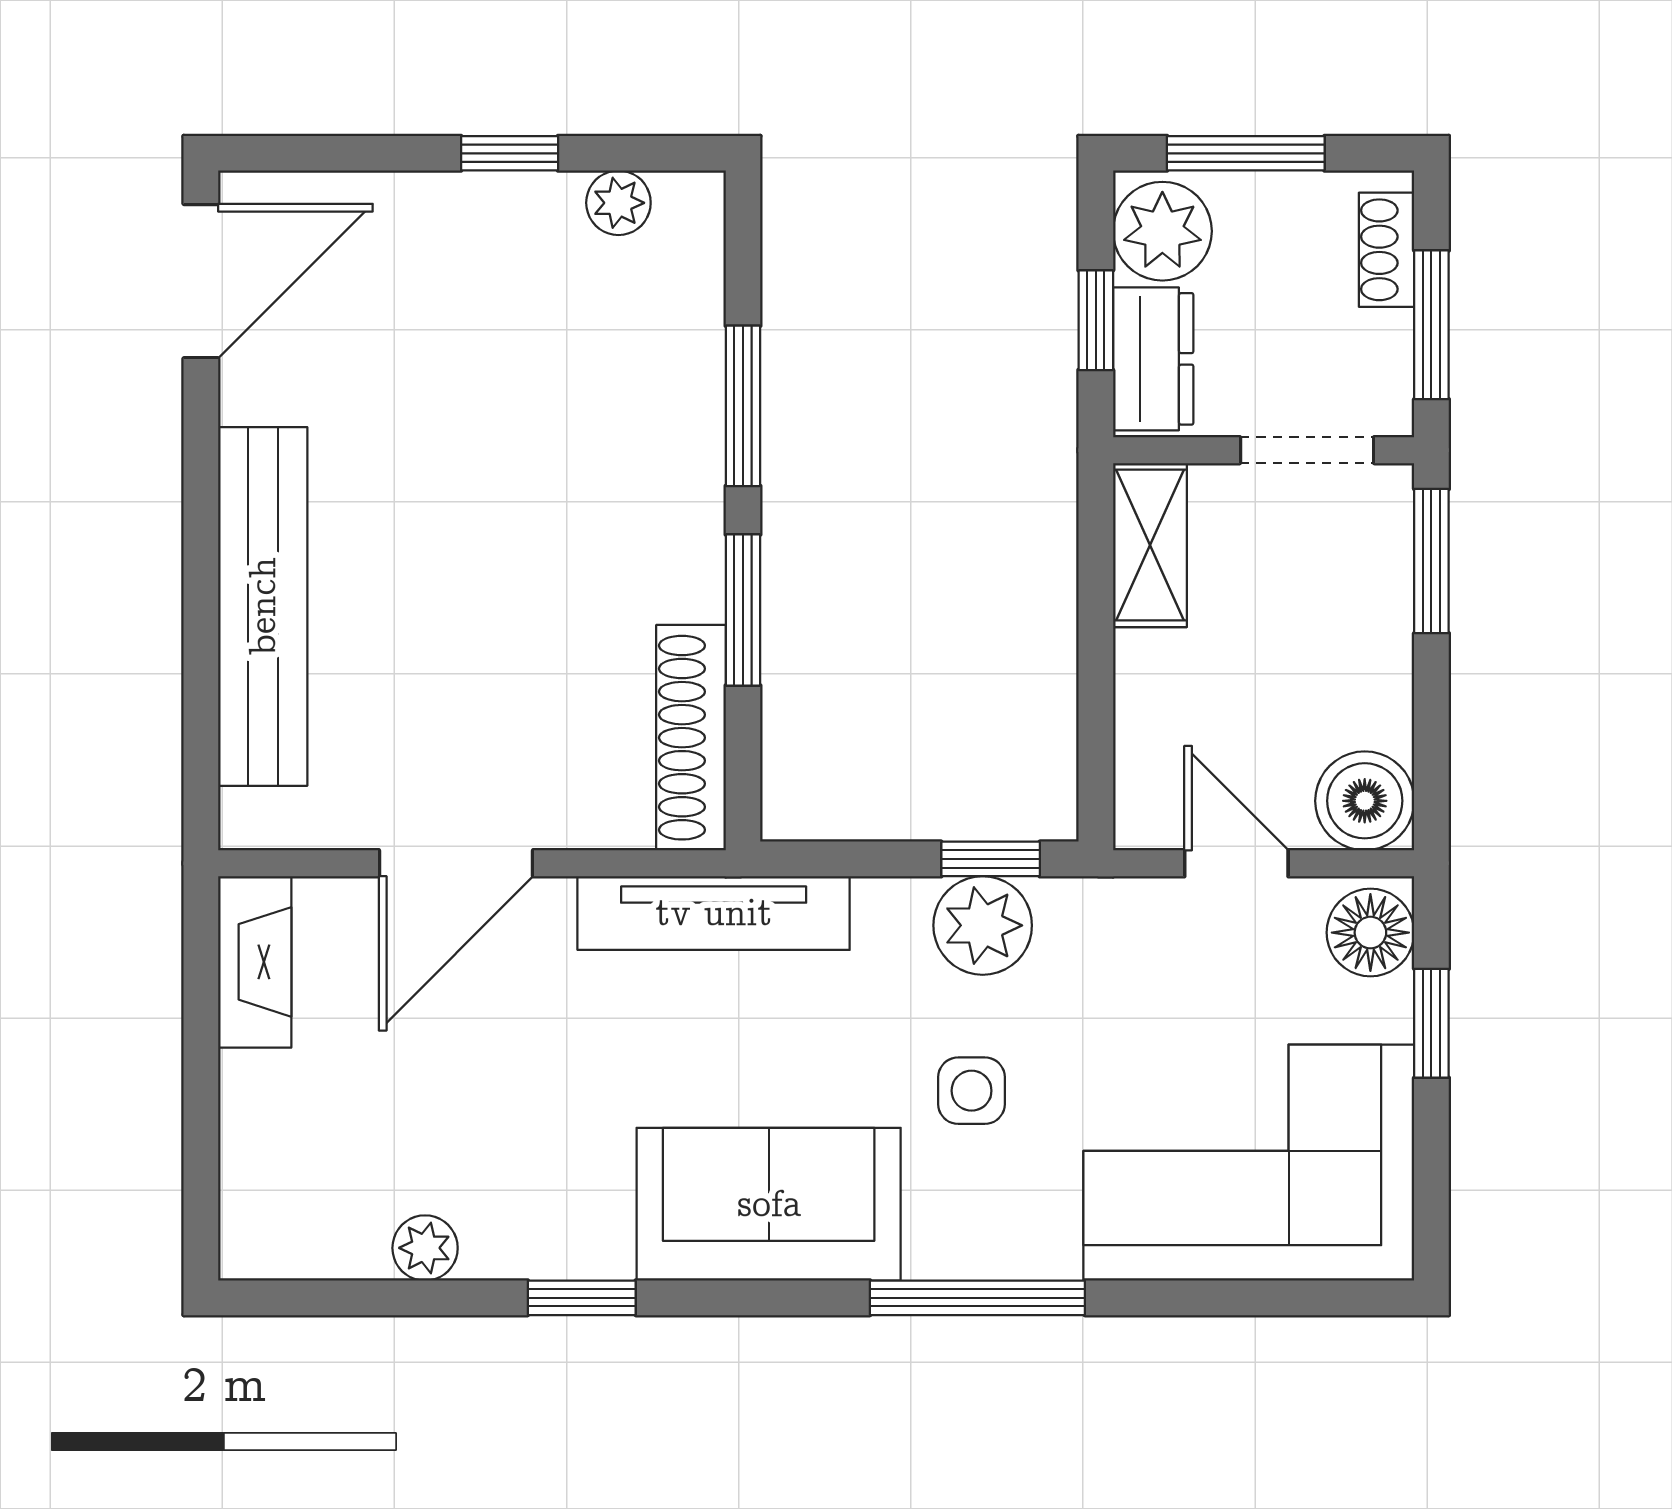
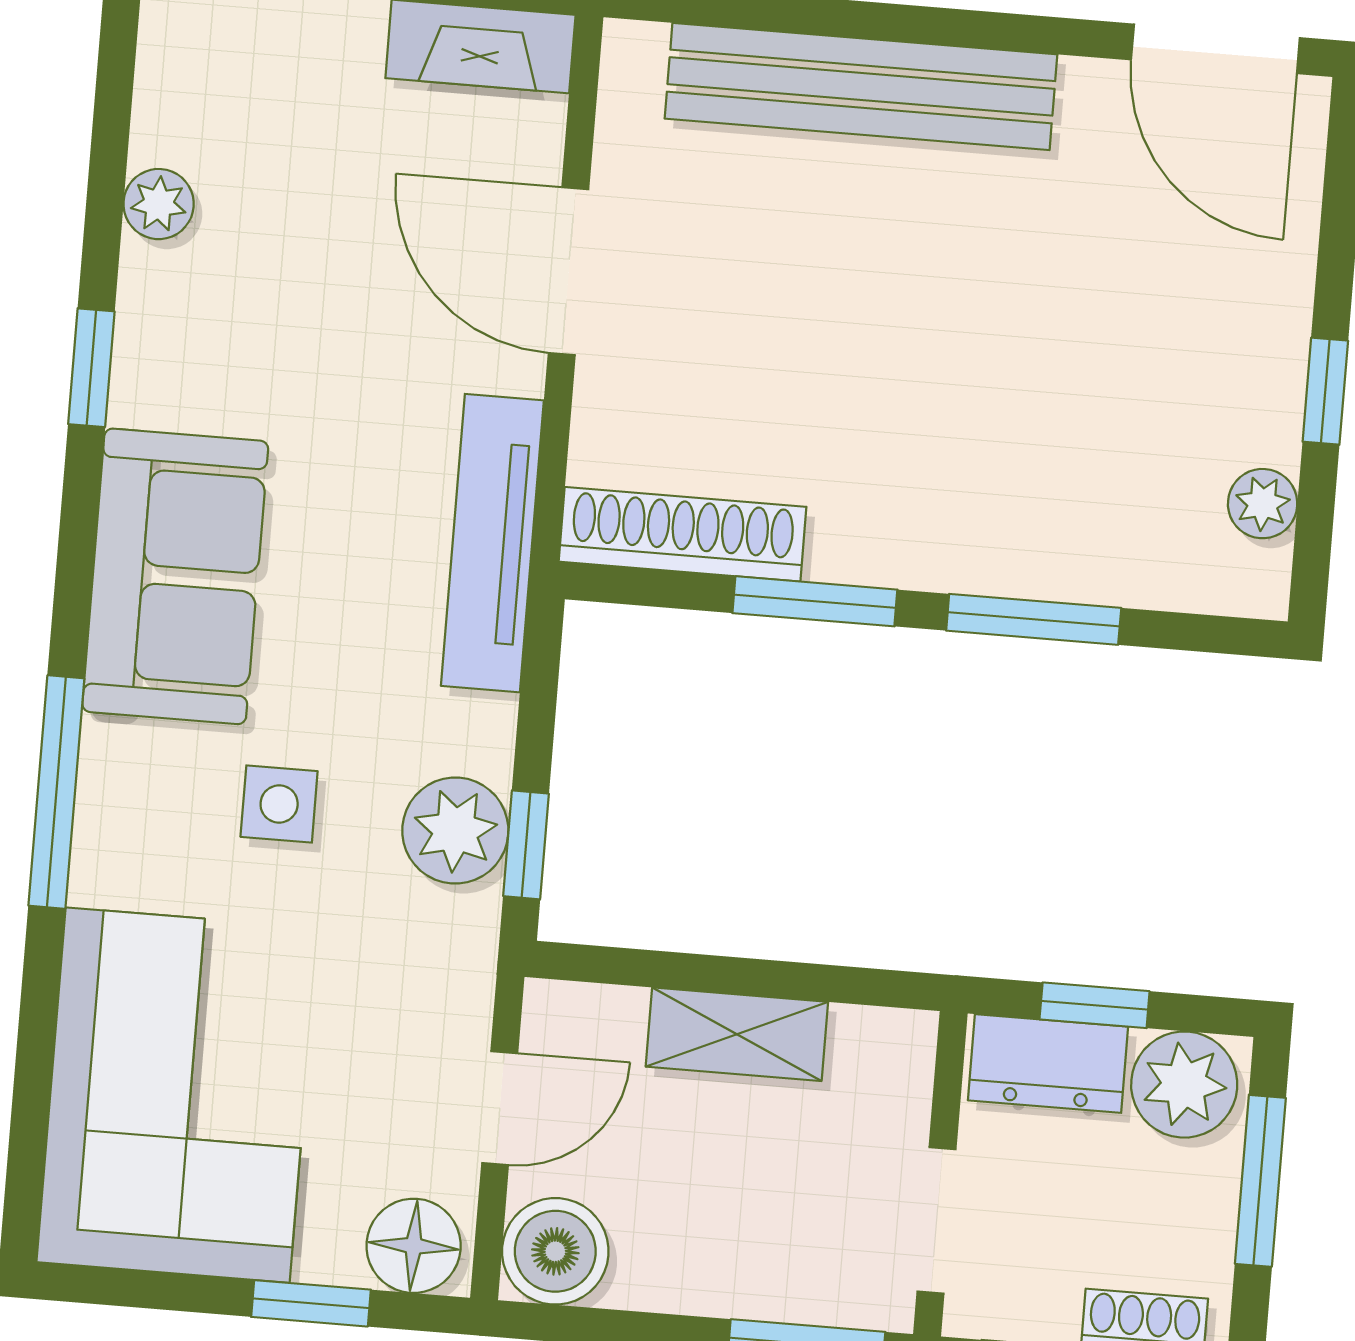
shelving: (1150, 545) -> (737, 1034), moved

